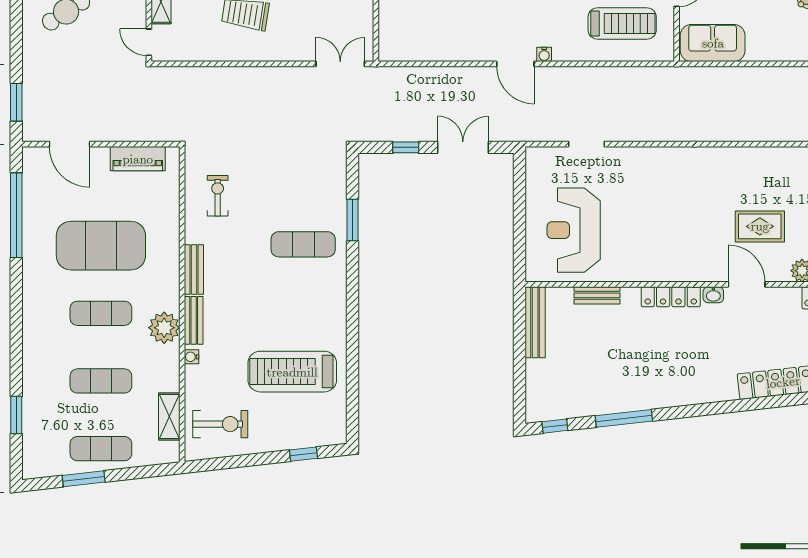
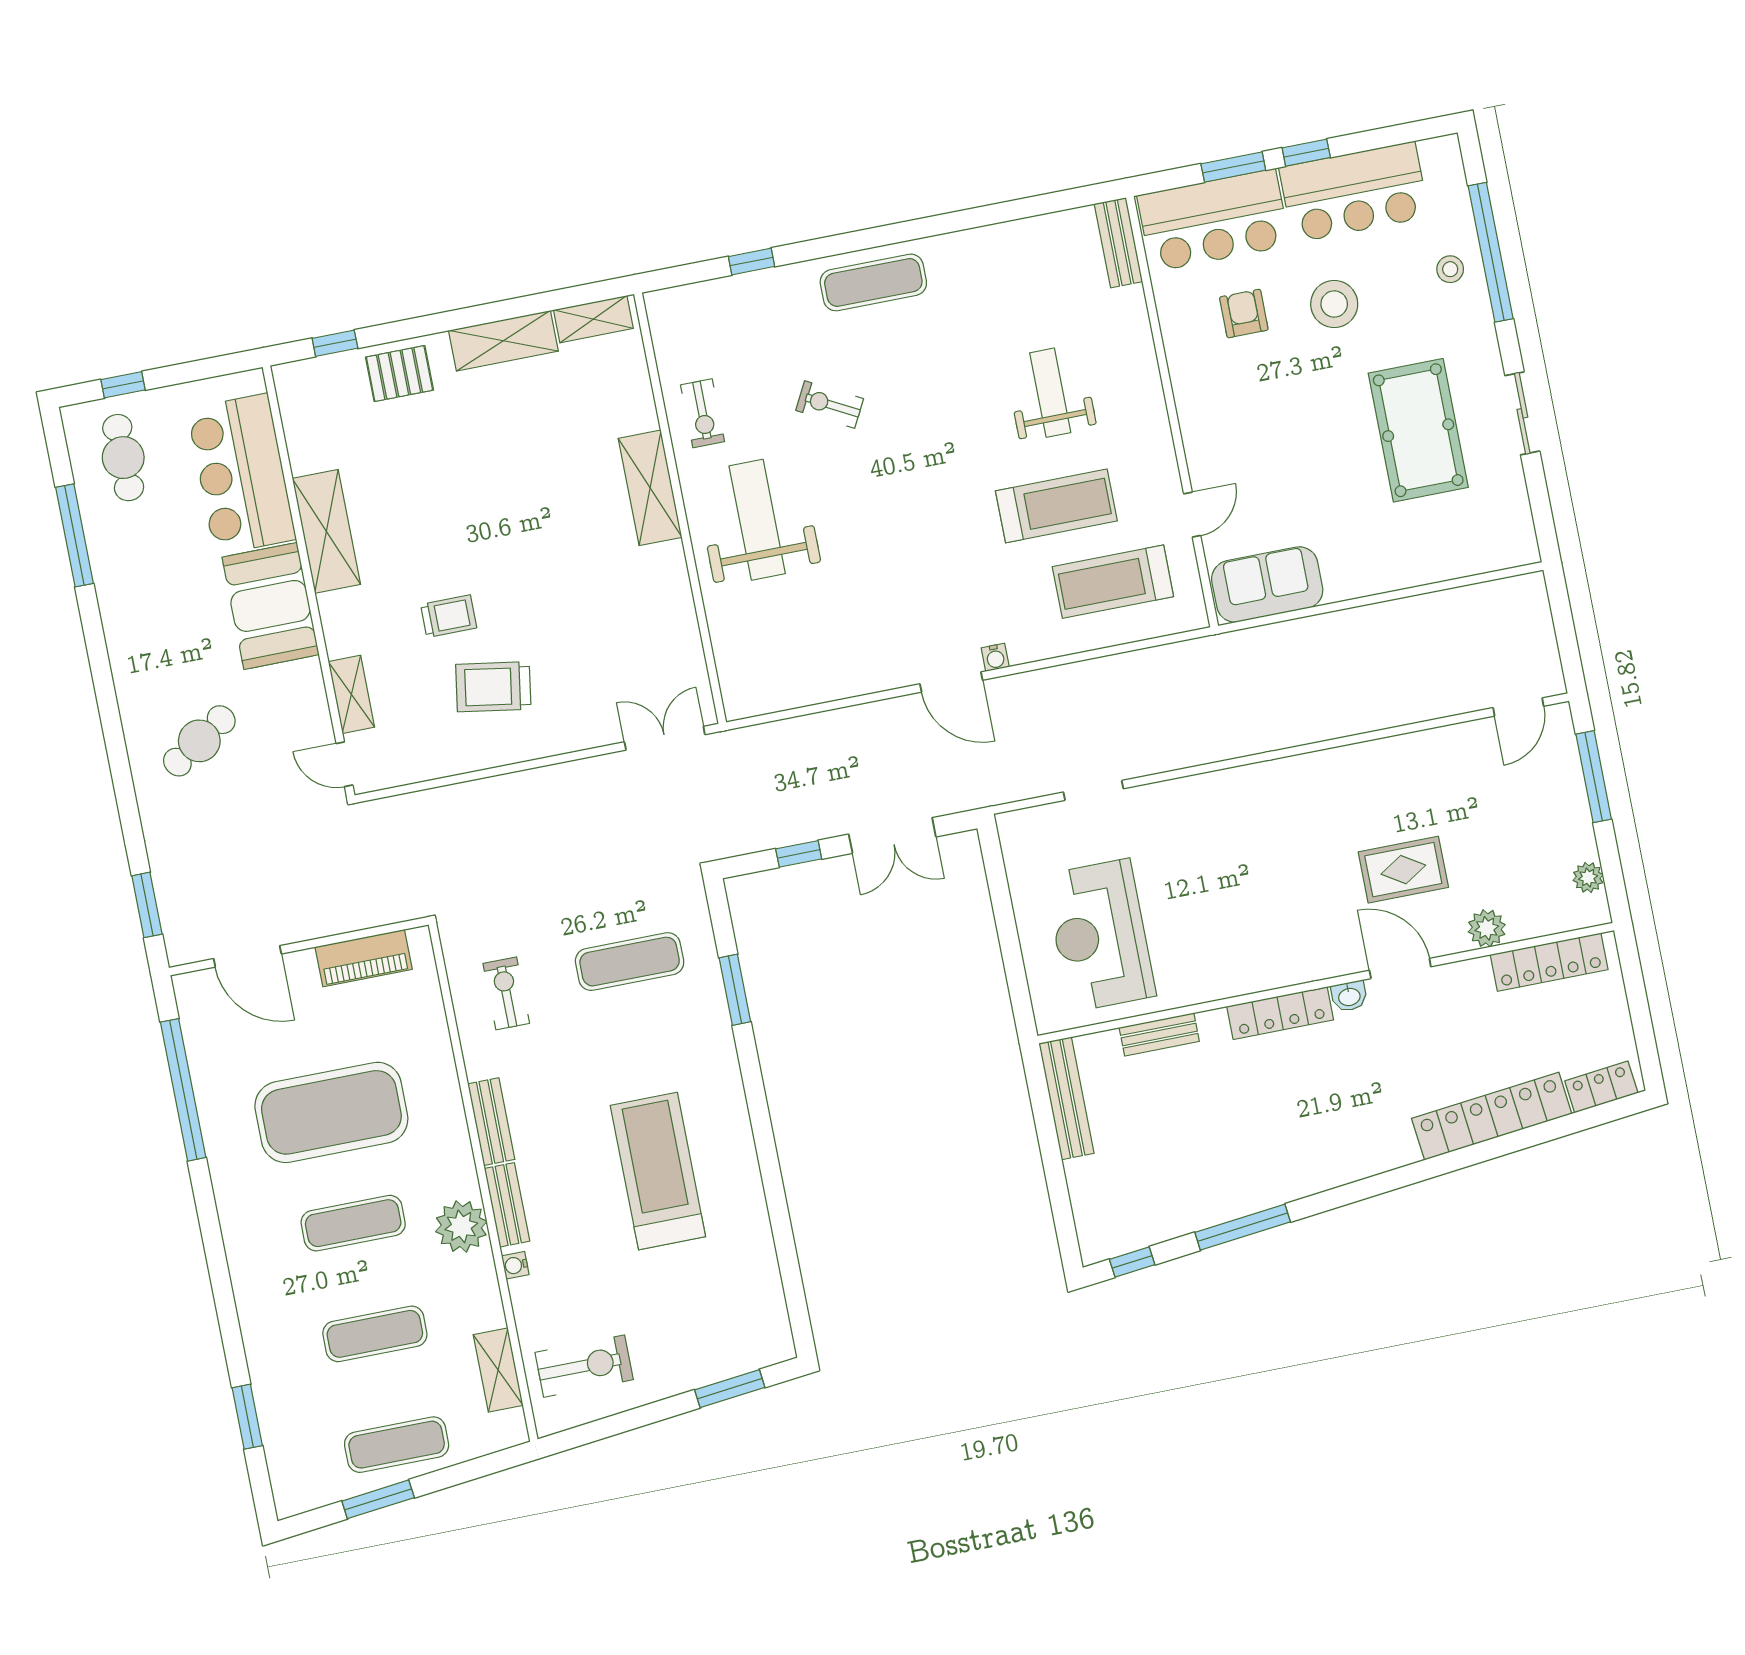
treadmill: (622, 23) -> (1113, 582), turned 180
double door: (463, 147) -> (892, 835), swing flipped
exercise mat: (303, 244) -> (630, 962), moved
treadmill: (292, 372) -> (658, 1171), moved, turned 90
window: (303, 454) -> (730, 1389), width x1.50

